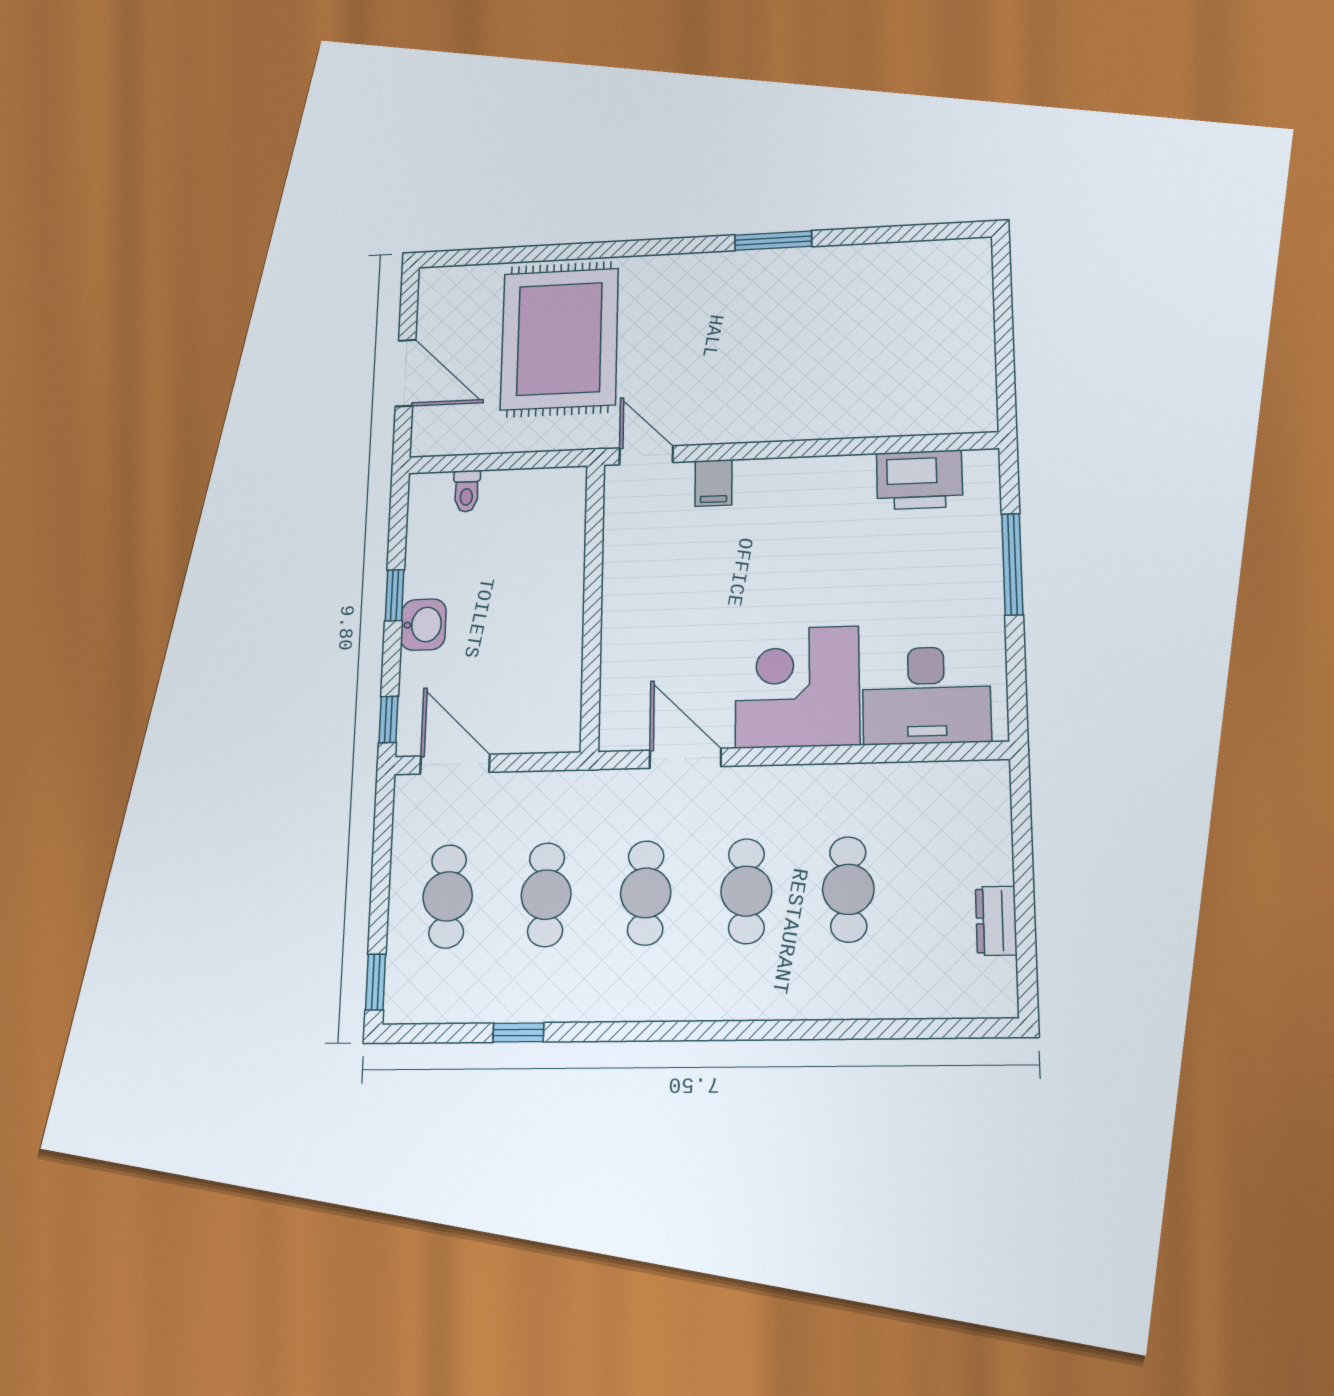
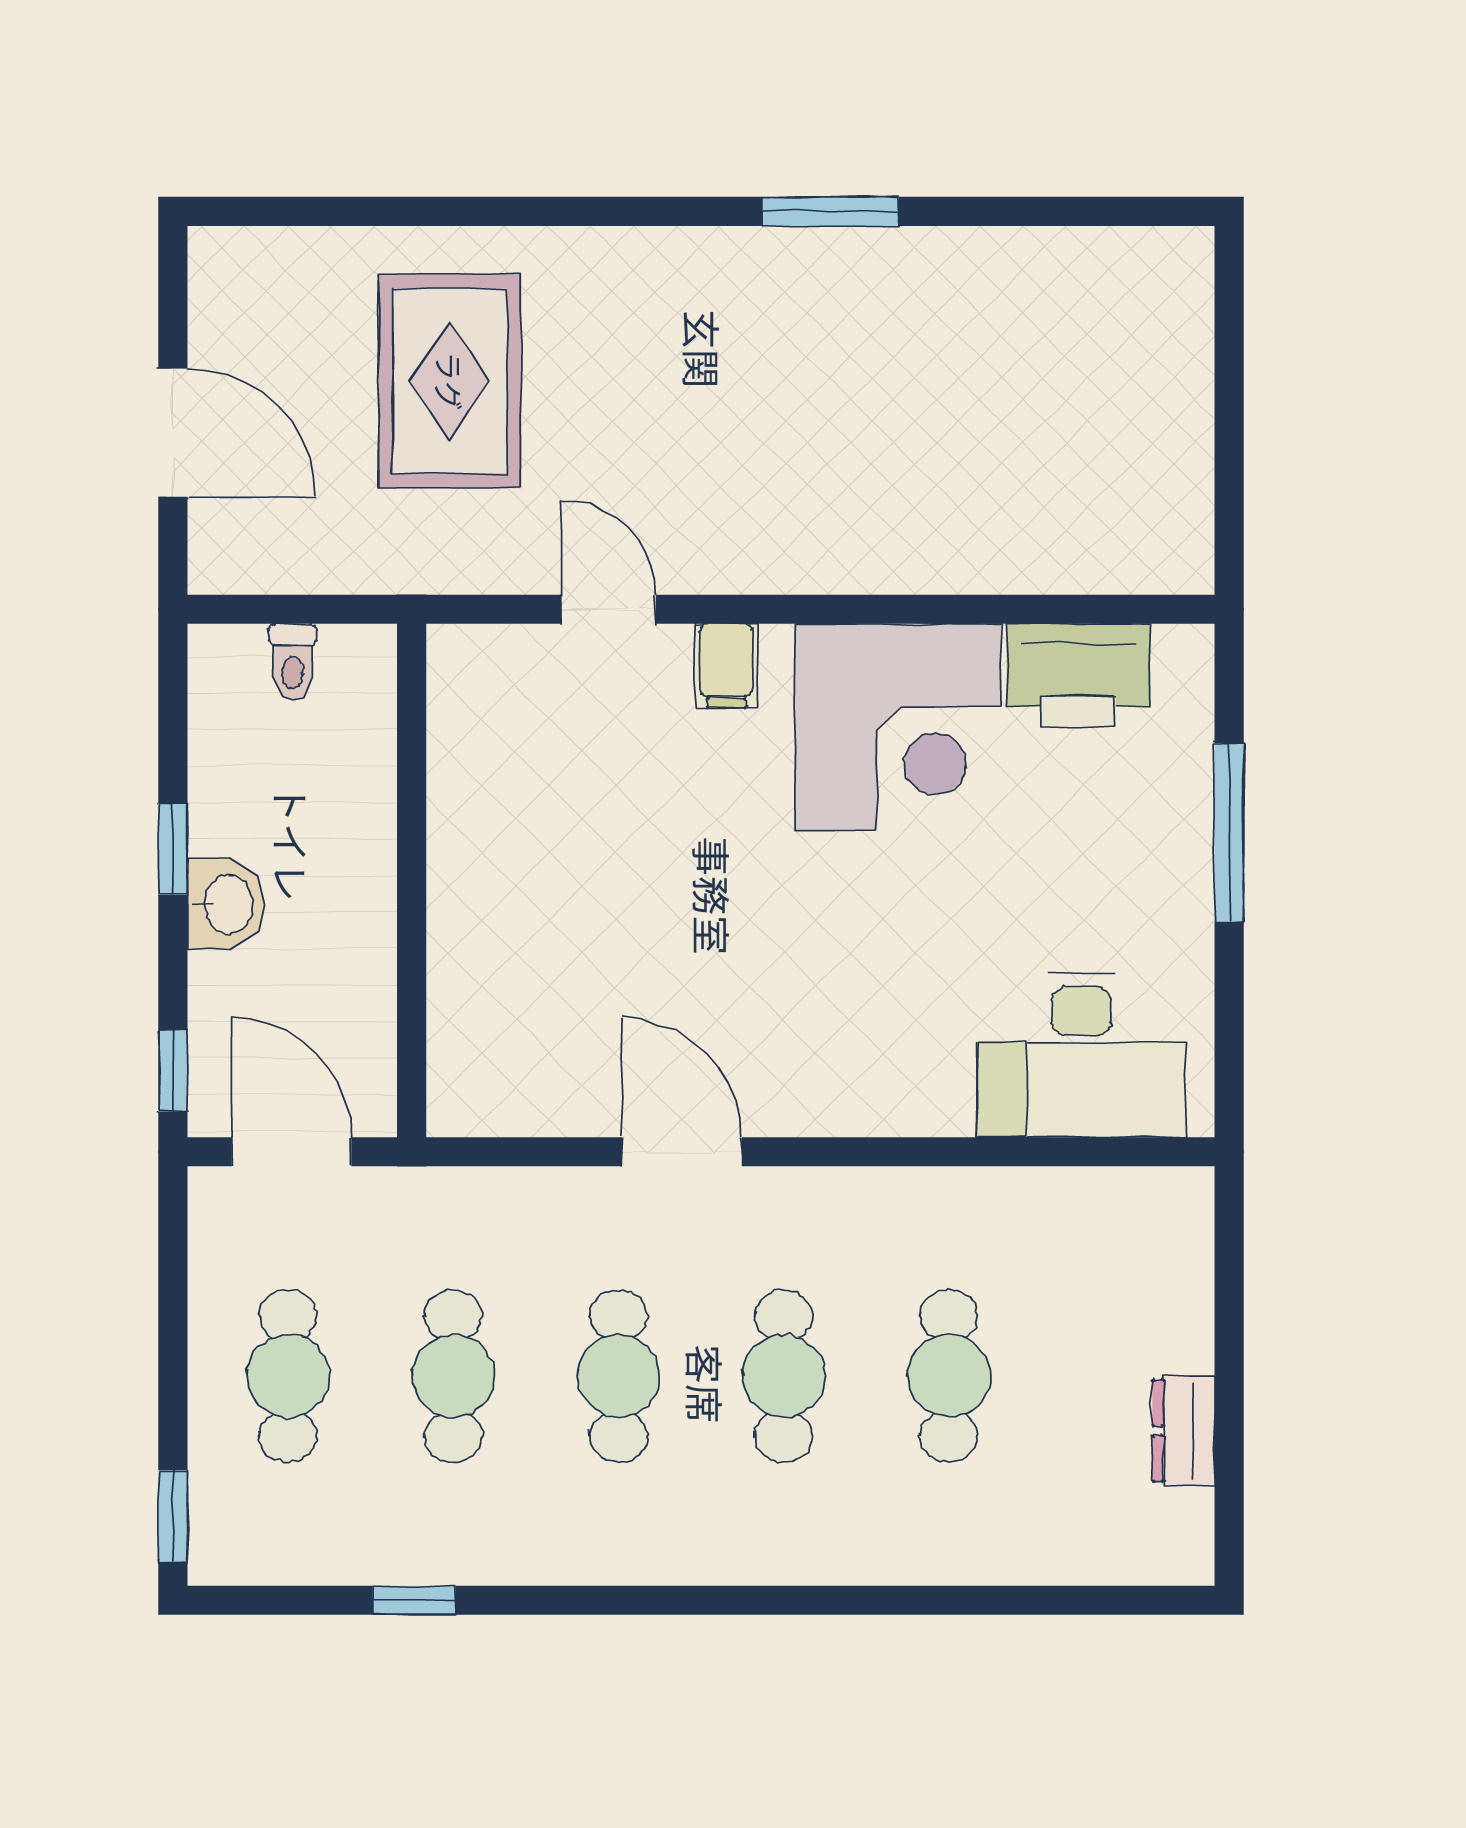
rug: (559, 339) -> (450, 381), width x0.73, depth x0.69
wall: (593, 606) -> (412, 881), moved
corner desk: (797, 687) -> (898, 727), moved, turned 180

